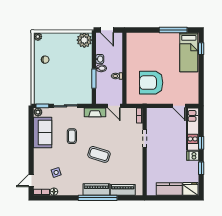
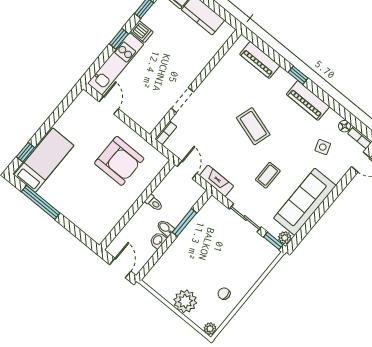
plant: (84, 40) -> (185, 301), moved
sofa: (43, 132) -> (305, 202), width x1.36
piano: (96, 189) -> (308, 100), moved
window: (98, 198) -> (298, 75), width x0.32

